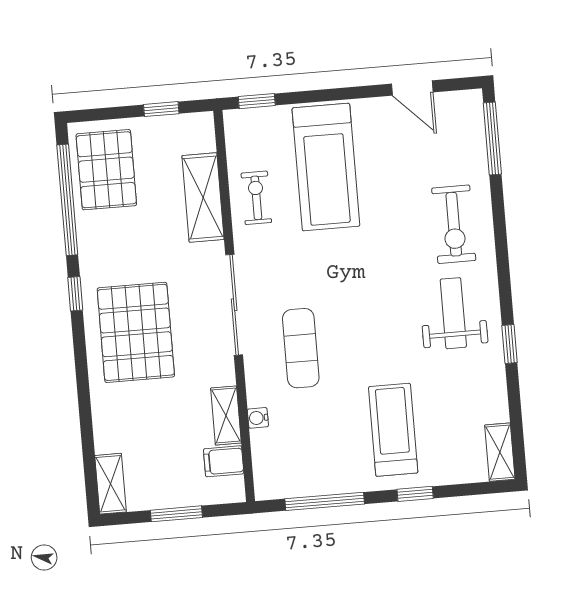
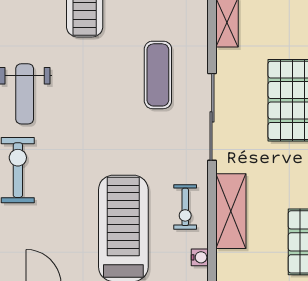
water cooler: (258, 418) -> (200, 257), moved

